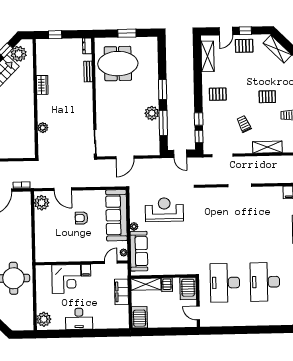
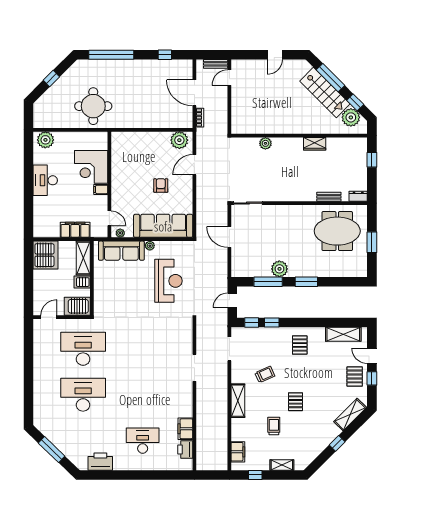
meeting table: (118, 64) -> (337, 231), turned 90
server rack: (139, 317) -> (45, 255), width x1.60

